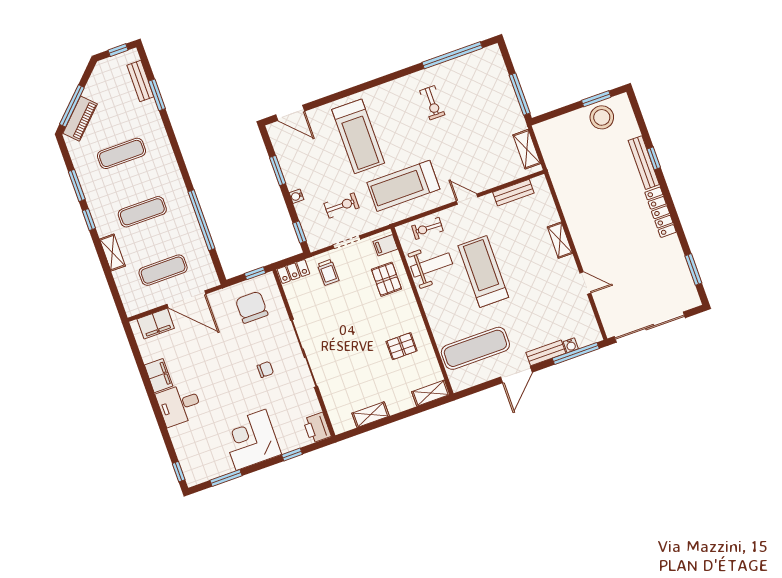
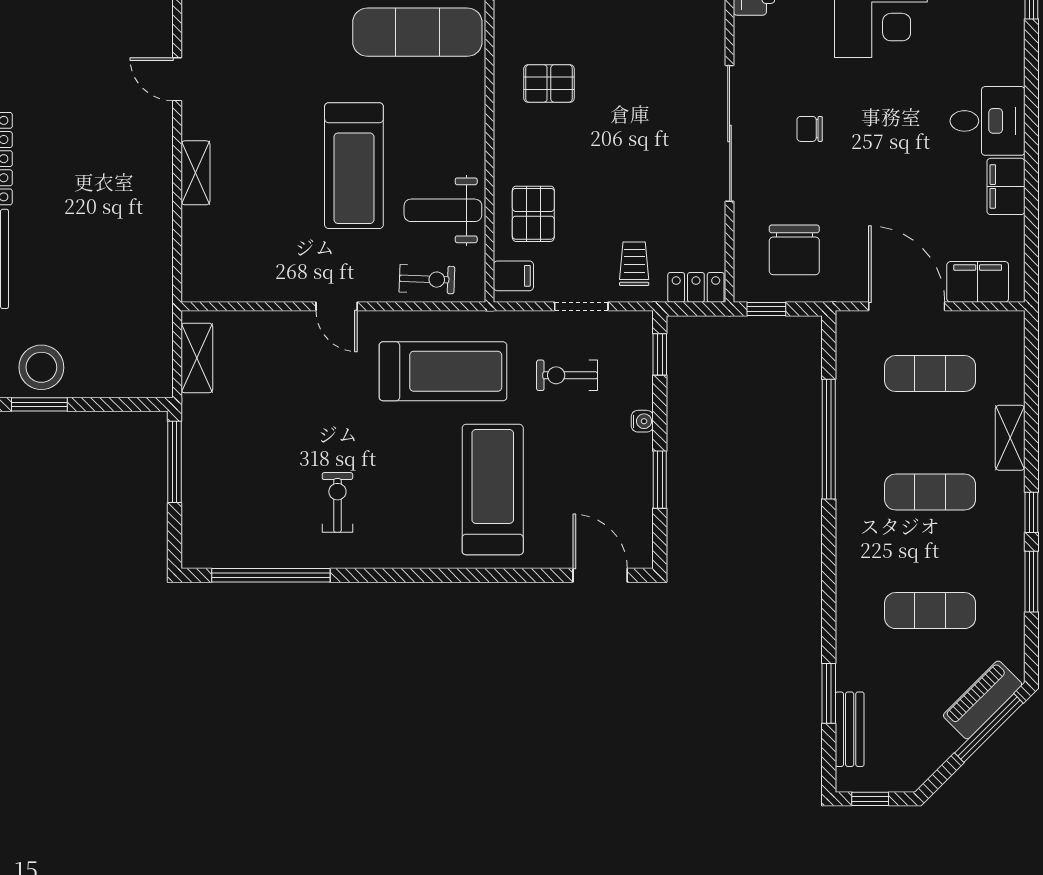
bench: (513, 193) -> (249, 288), removed

